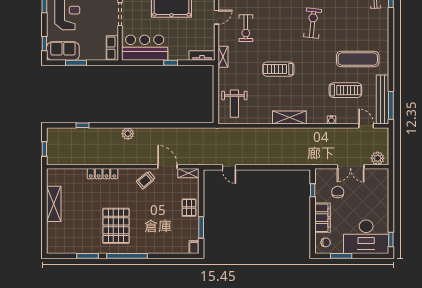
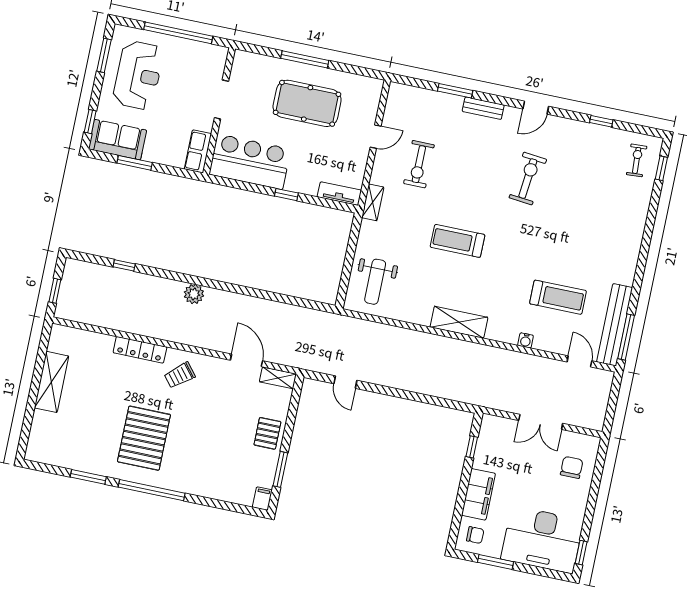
exercise mat: (358, 59) -> (588, 251), removed
plant: (378, 158) -> (587, 418), removed
trolley: (146, 180) -> (180, 375), moved
chair: (338, 192) -> (572, 467), moved

